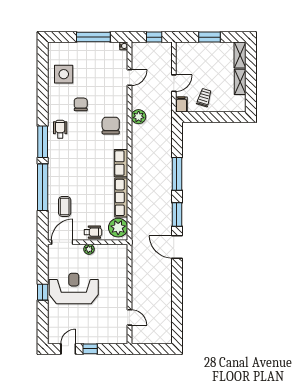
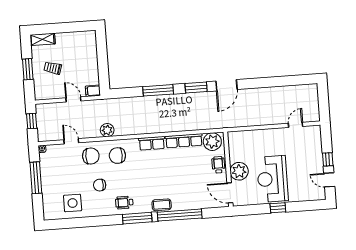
shelving: (240, 82) -> (68, 37), removed
chair: (112, 97) -> (91, 156), added
trolley: (204, 98) -> (53, 68), moved
coffee table: (65, 206) -> (162, 205), moved
plant: (89, 249) -> (239, 171), width x1.88, depth x1.88

